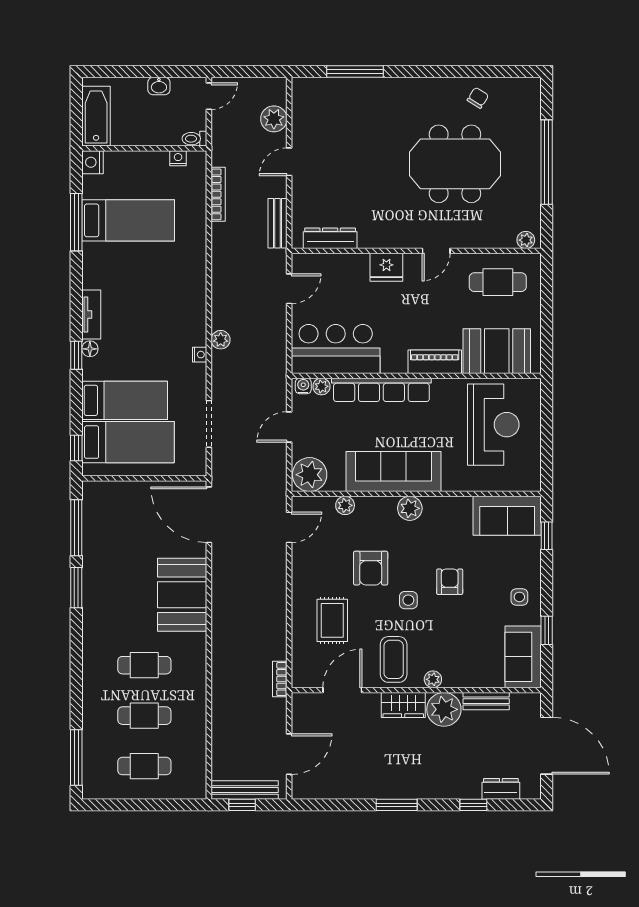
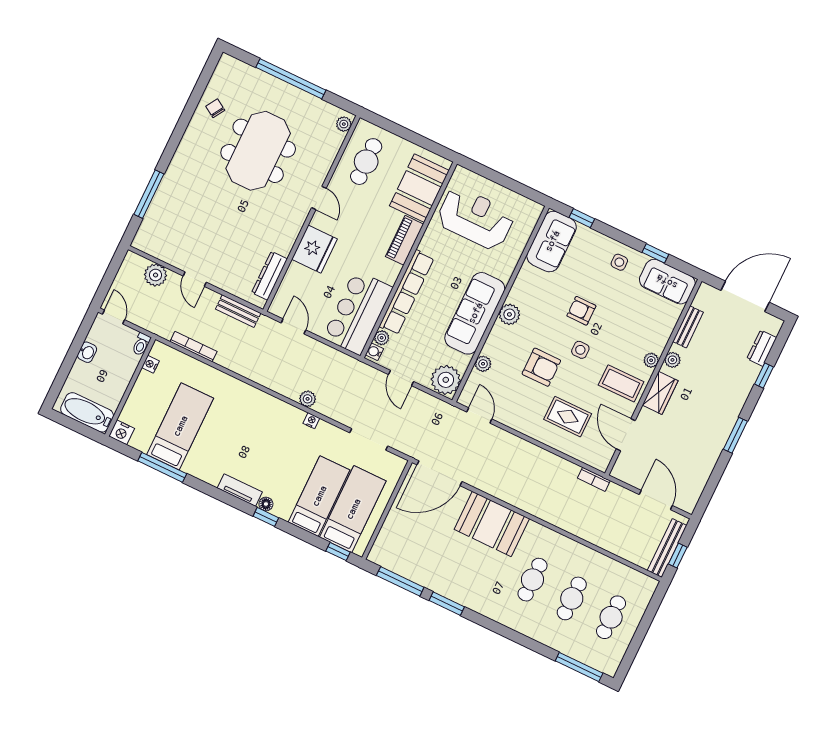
fridge: (386, 267) -> (315, 249), width x1.36, depth x1.34
plant: (444, 709) -> (672, 360), width x0.53, depth x0.53

